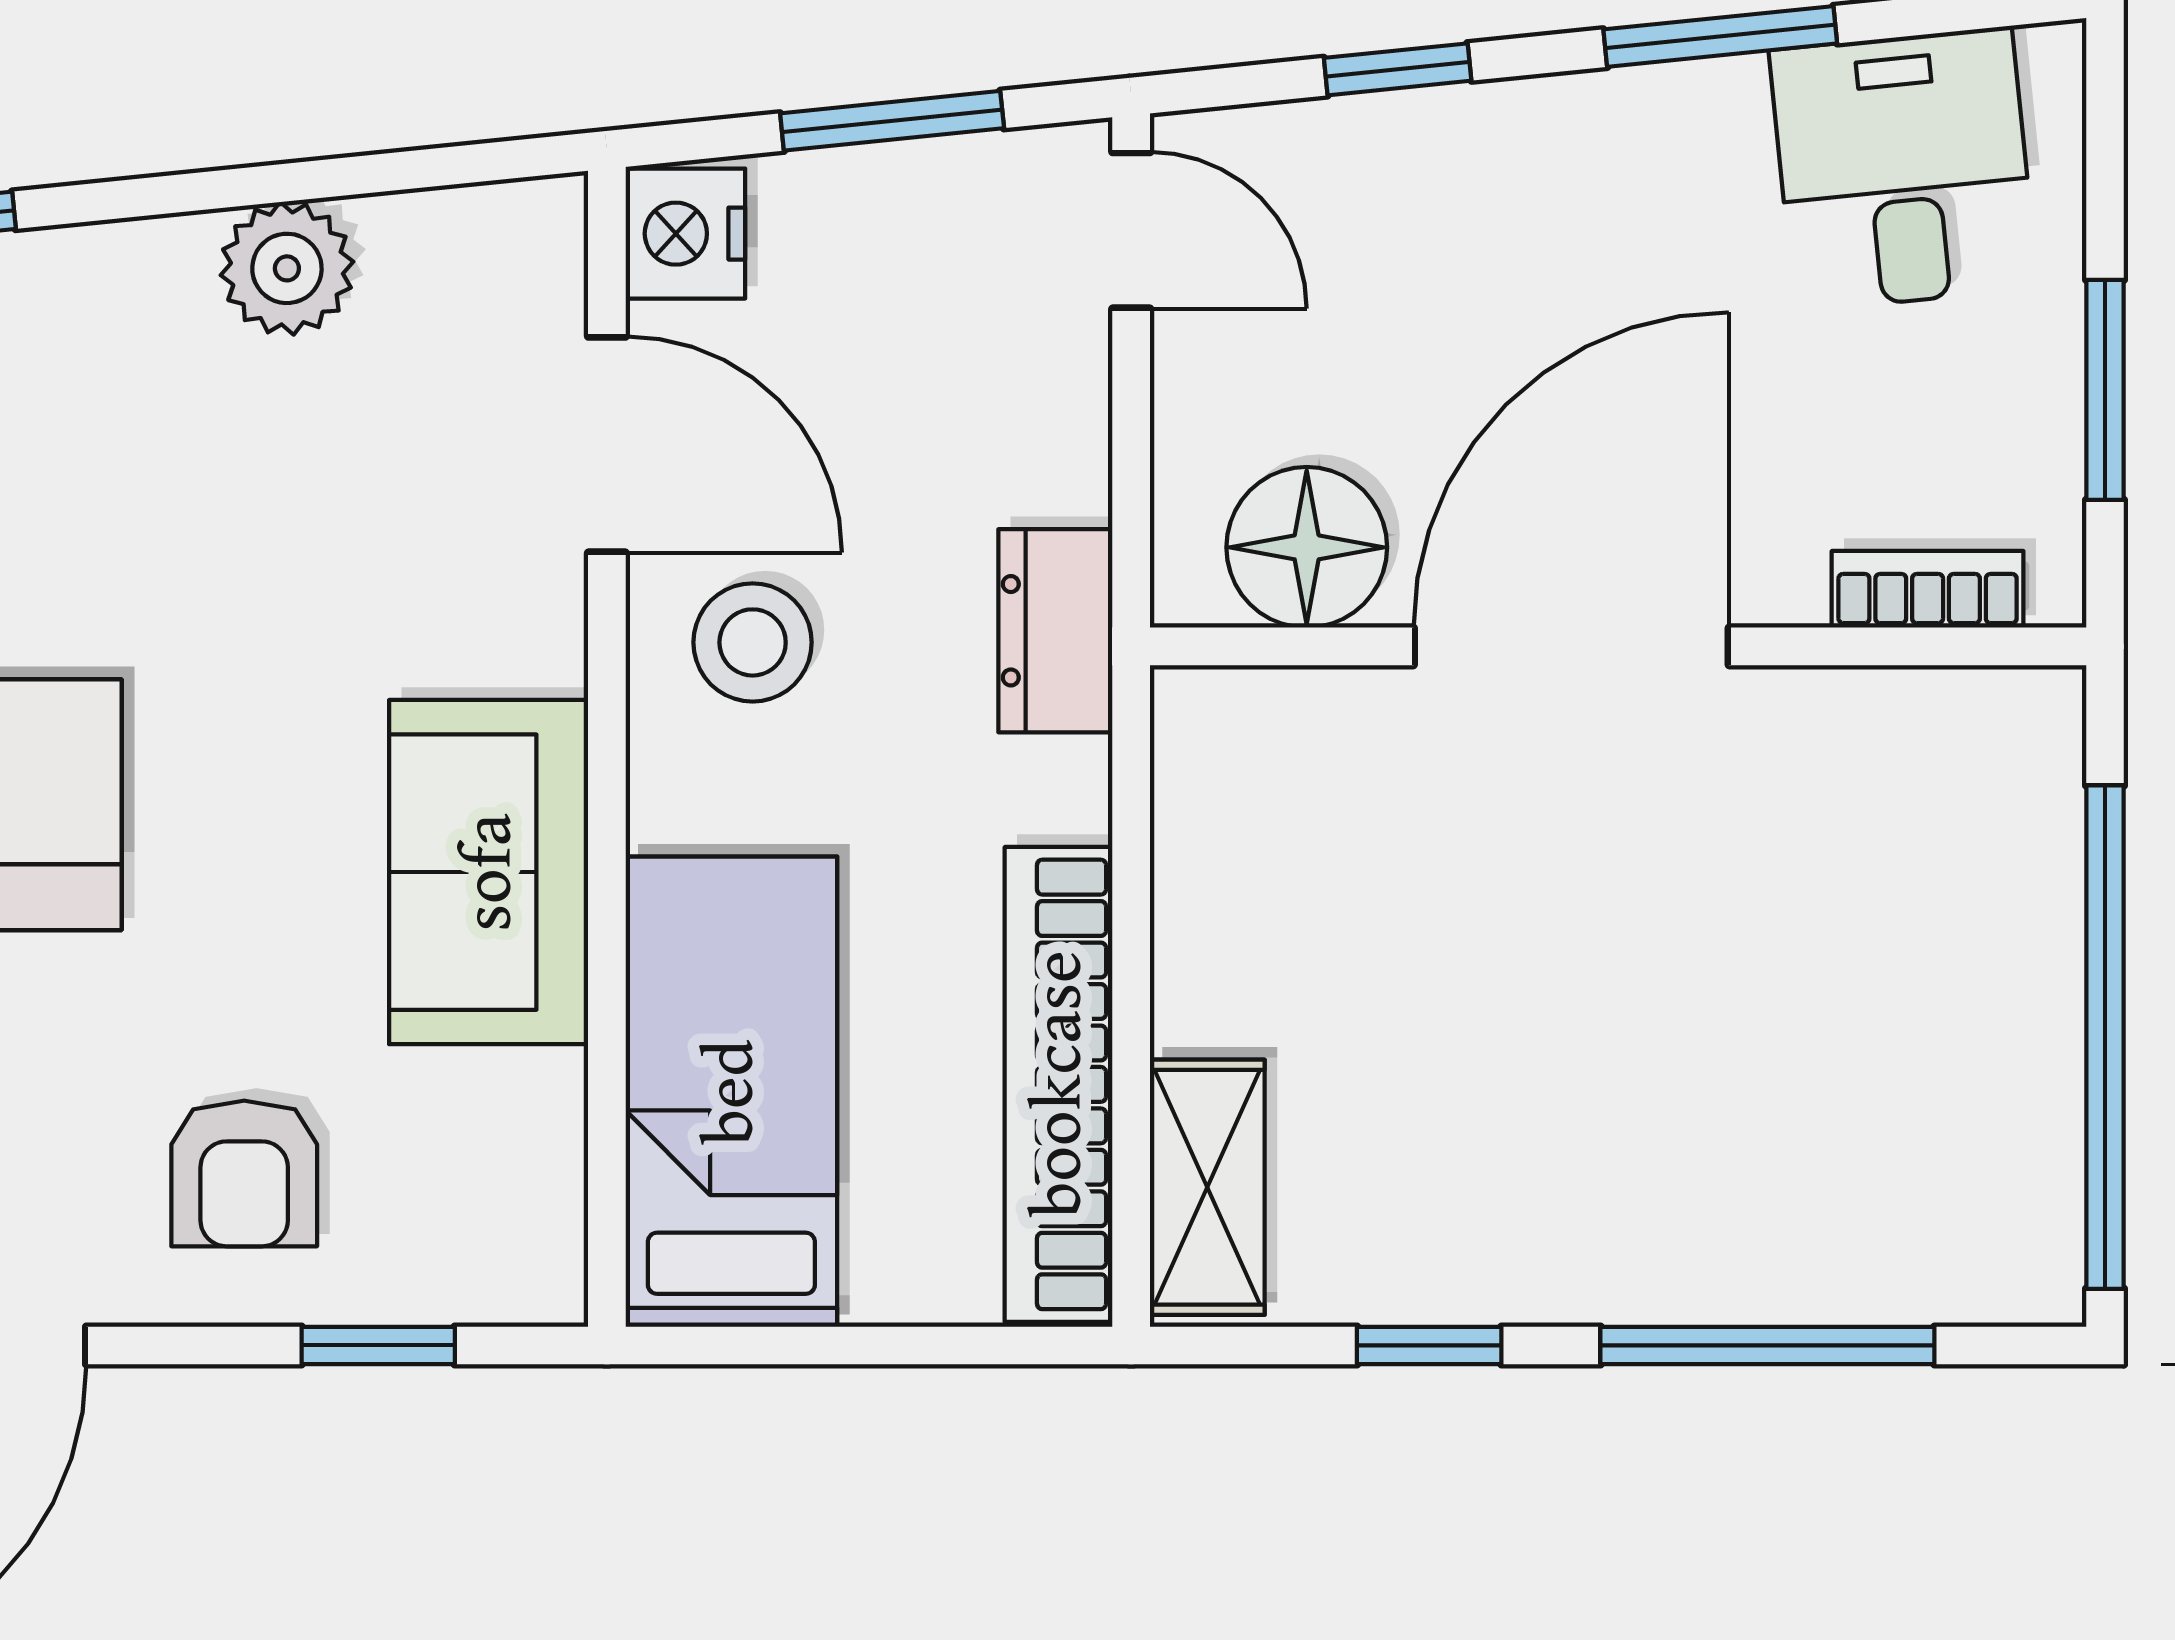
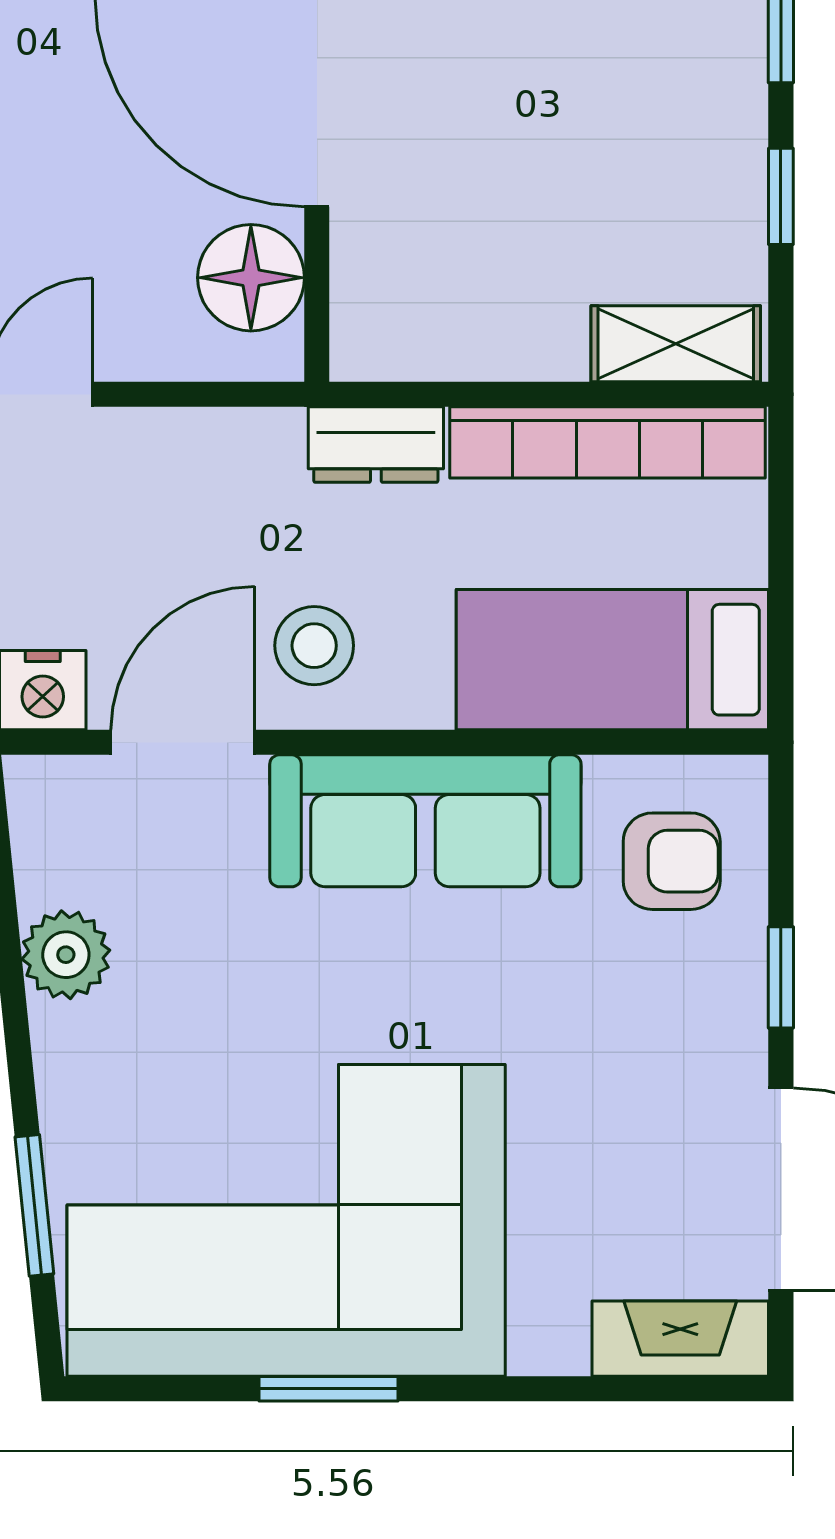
dresser: (1055, 631) -> (376, 445), moved
sofa: (489, 872) -> (425, 821), width x1.36
armchair: (244, 1173) -> (672, 861), moved
window: (378, 1345) -> (781, 977), moved

